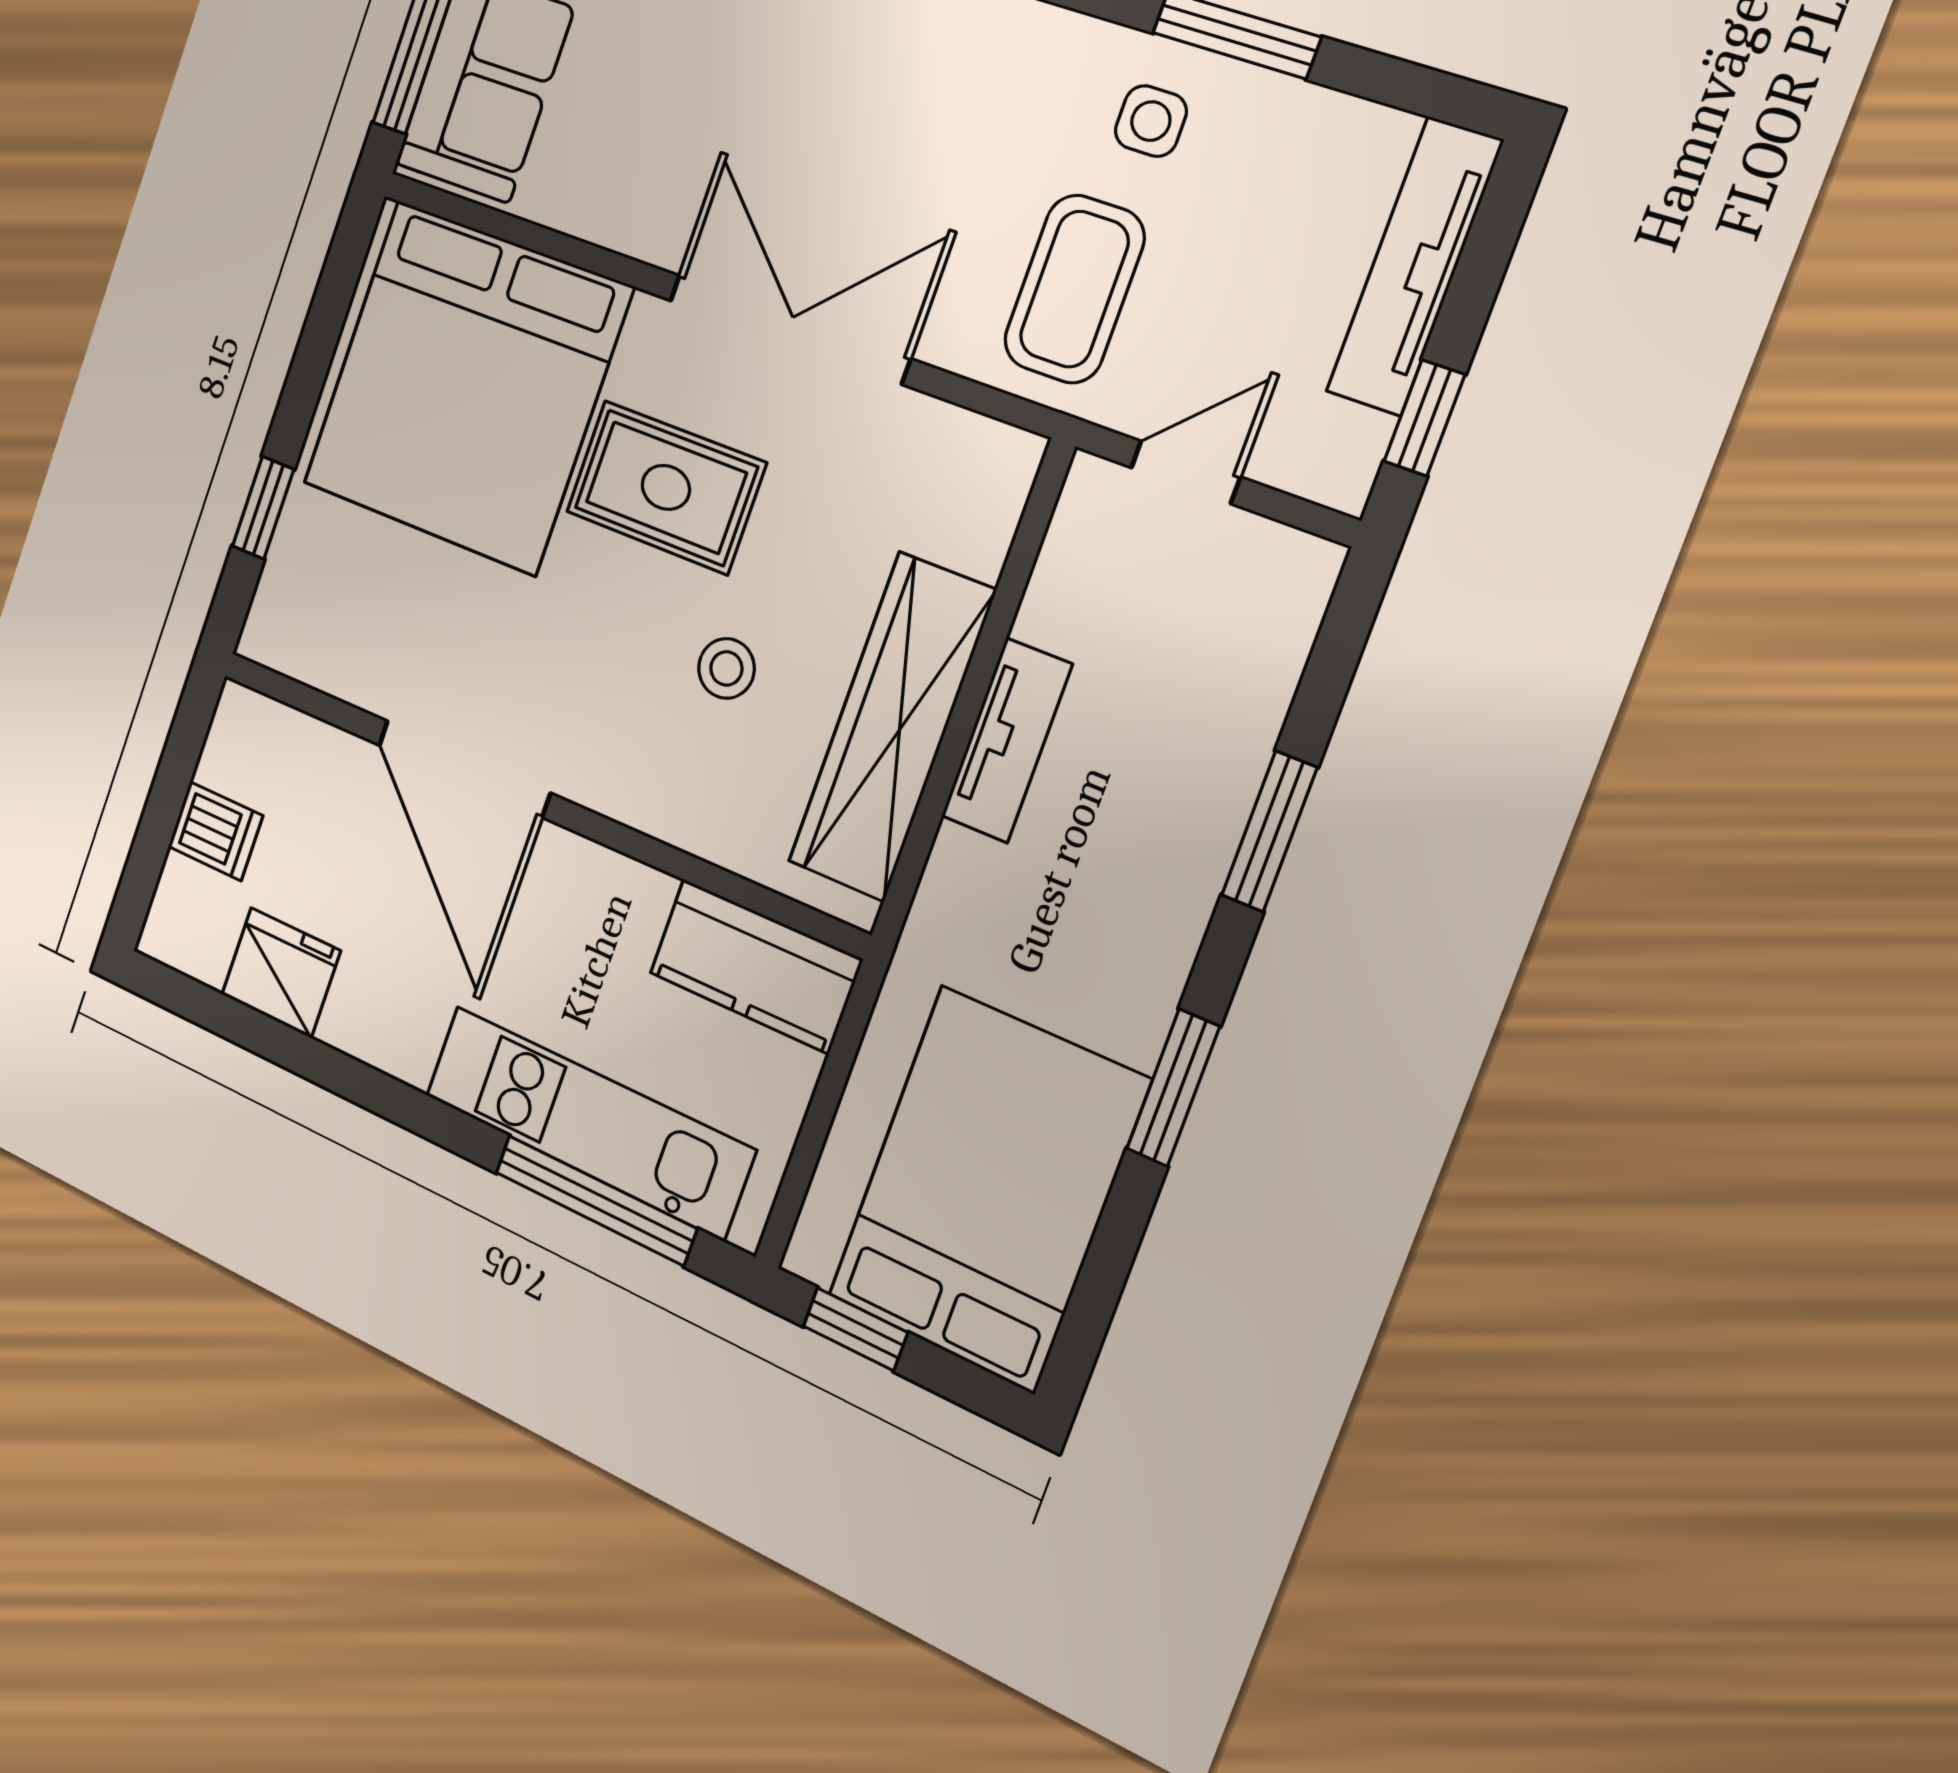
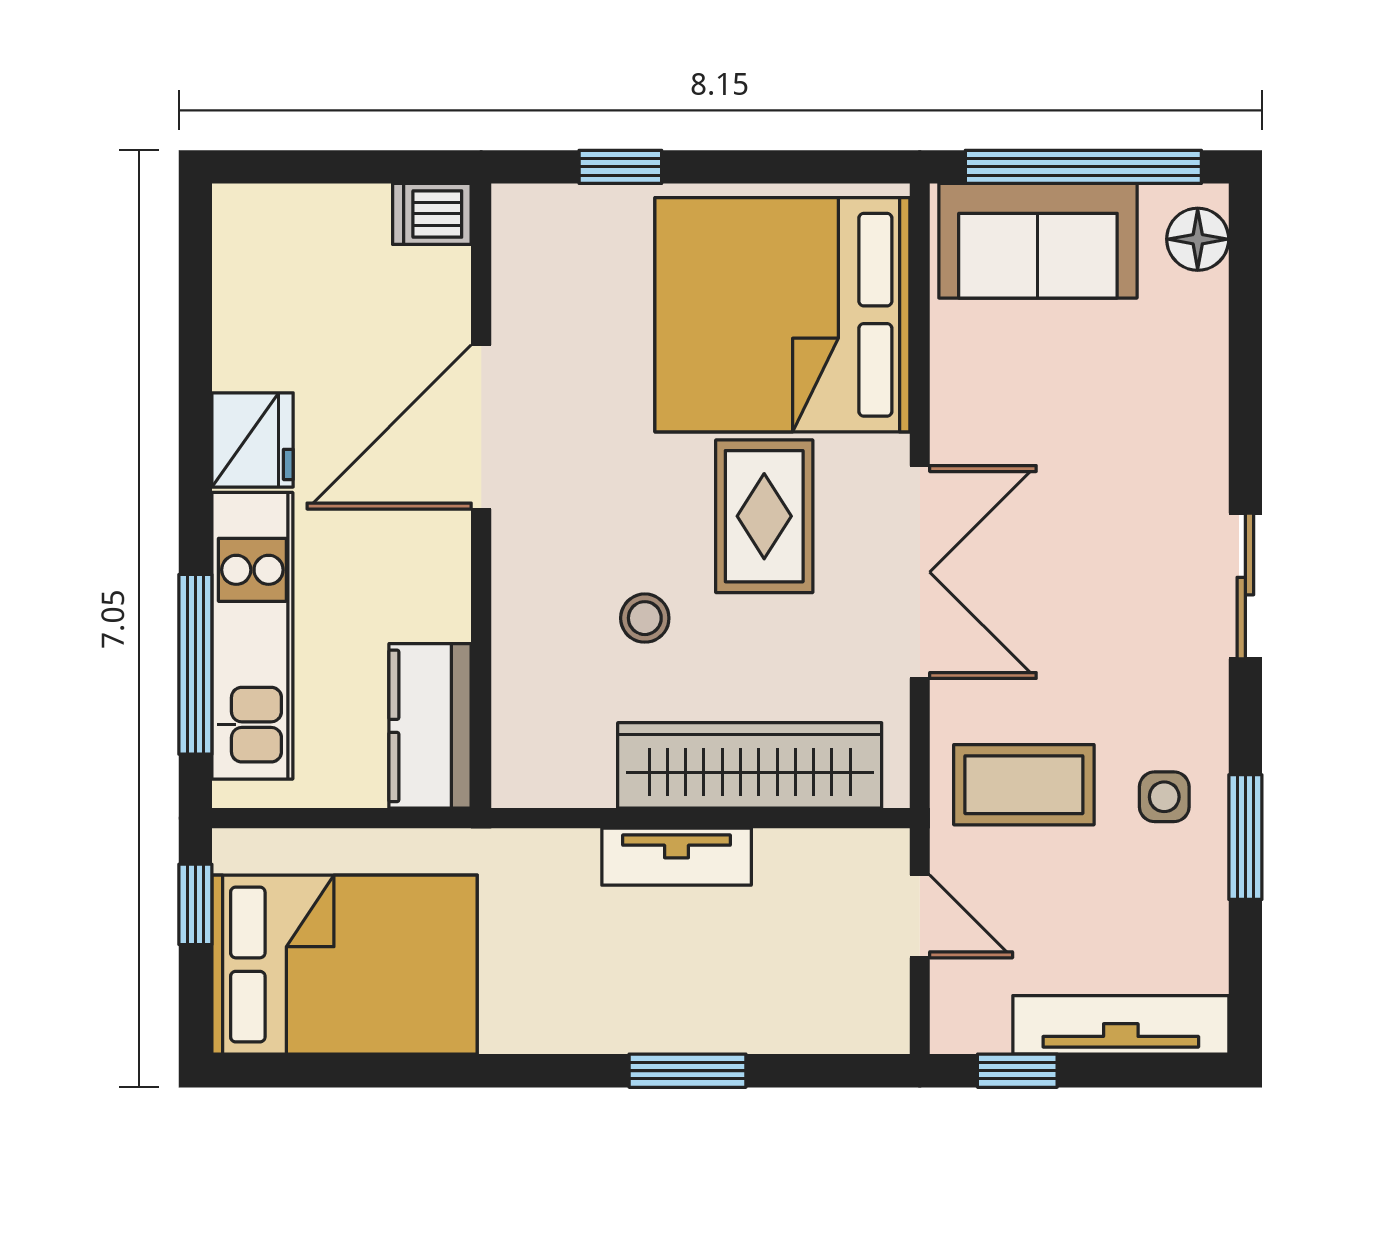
wardrobe: (892, 727) -> (750, 765), moved
dishwasher: (215, 831) -> (432, 214), moved, turned 90
fridge: (281, 973) -> (253, 440), moved
window: (1173, 1088) -> (478, 1071), removed

